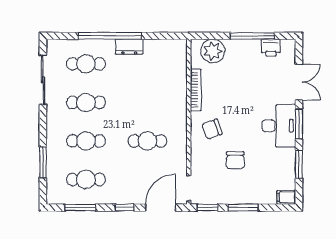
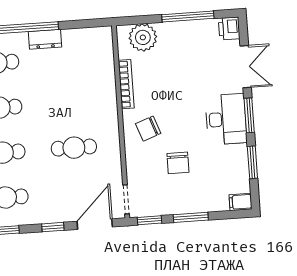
printer: (271, 48) -> (229, 28), moved, turned 90

